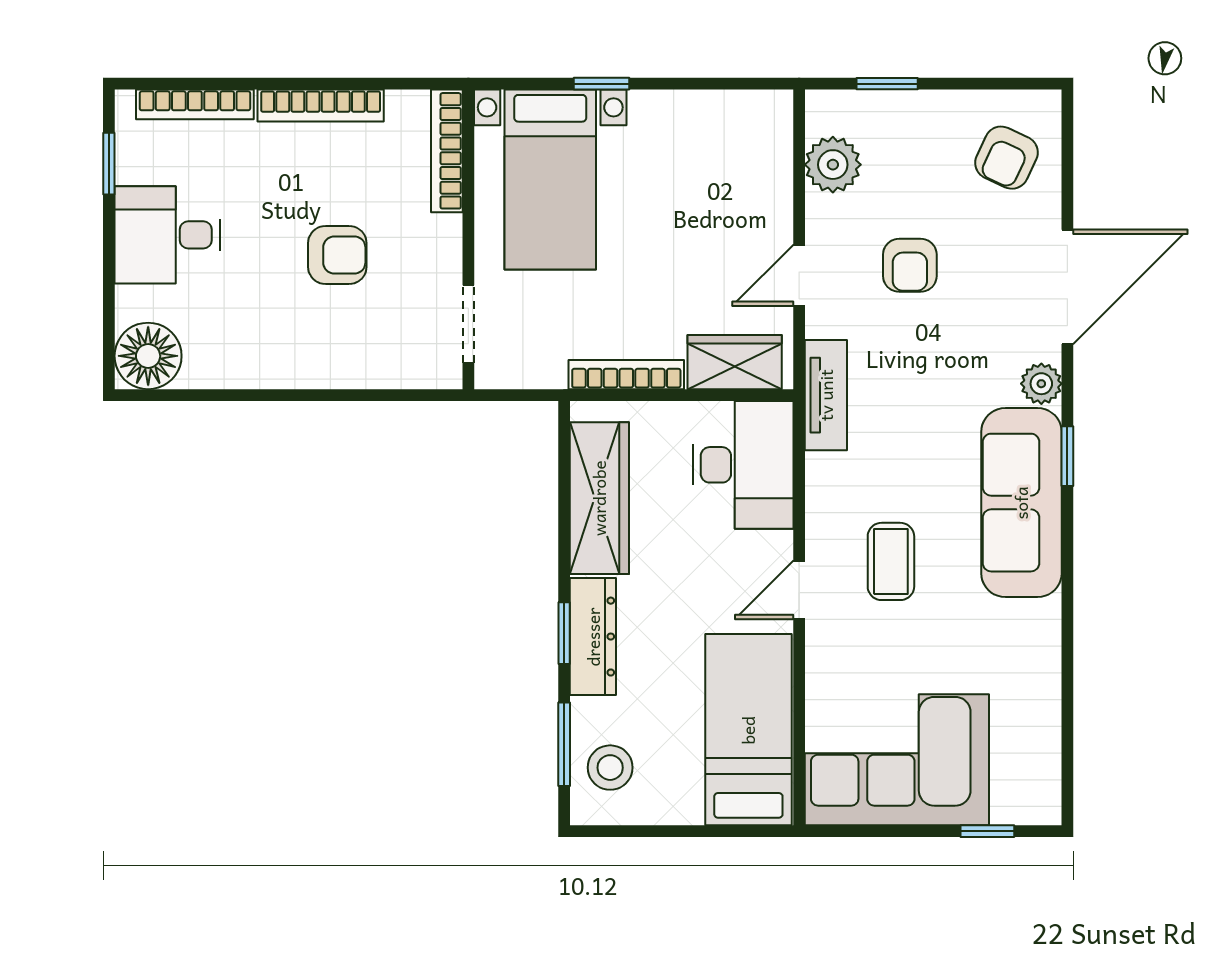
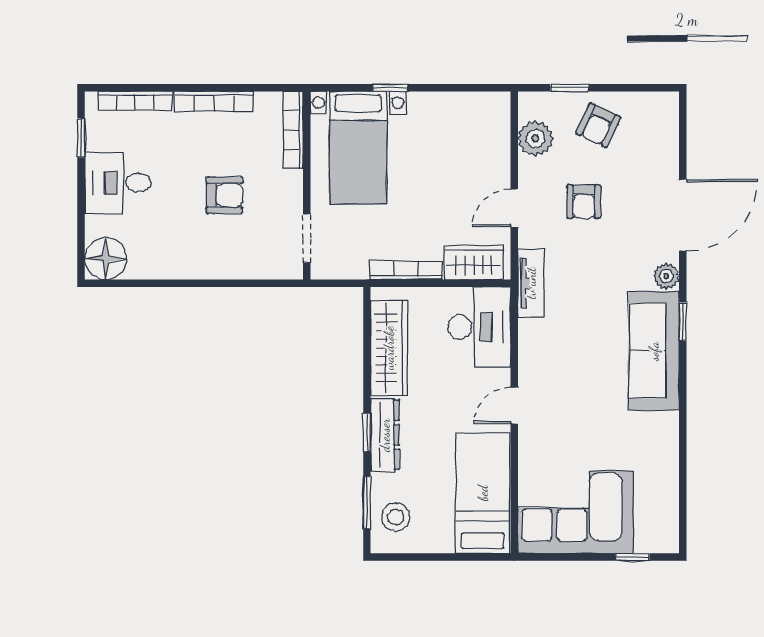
armchair: (1006, 158) -> (598, 125), moved
coffee table: (891, 561) -> (572, 388), removed

